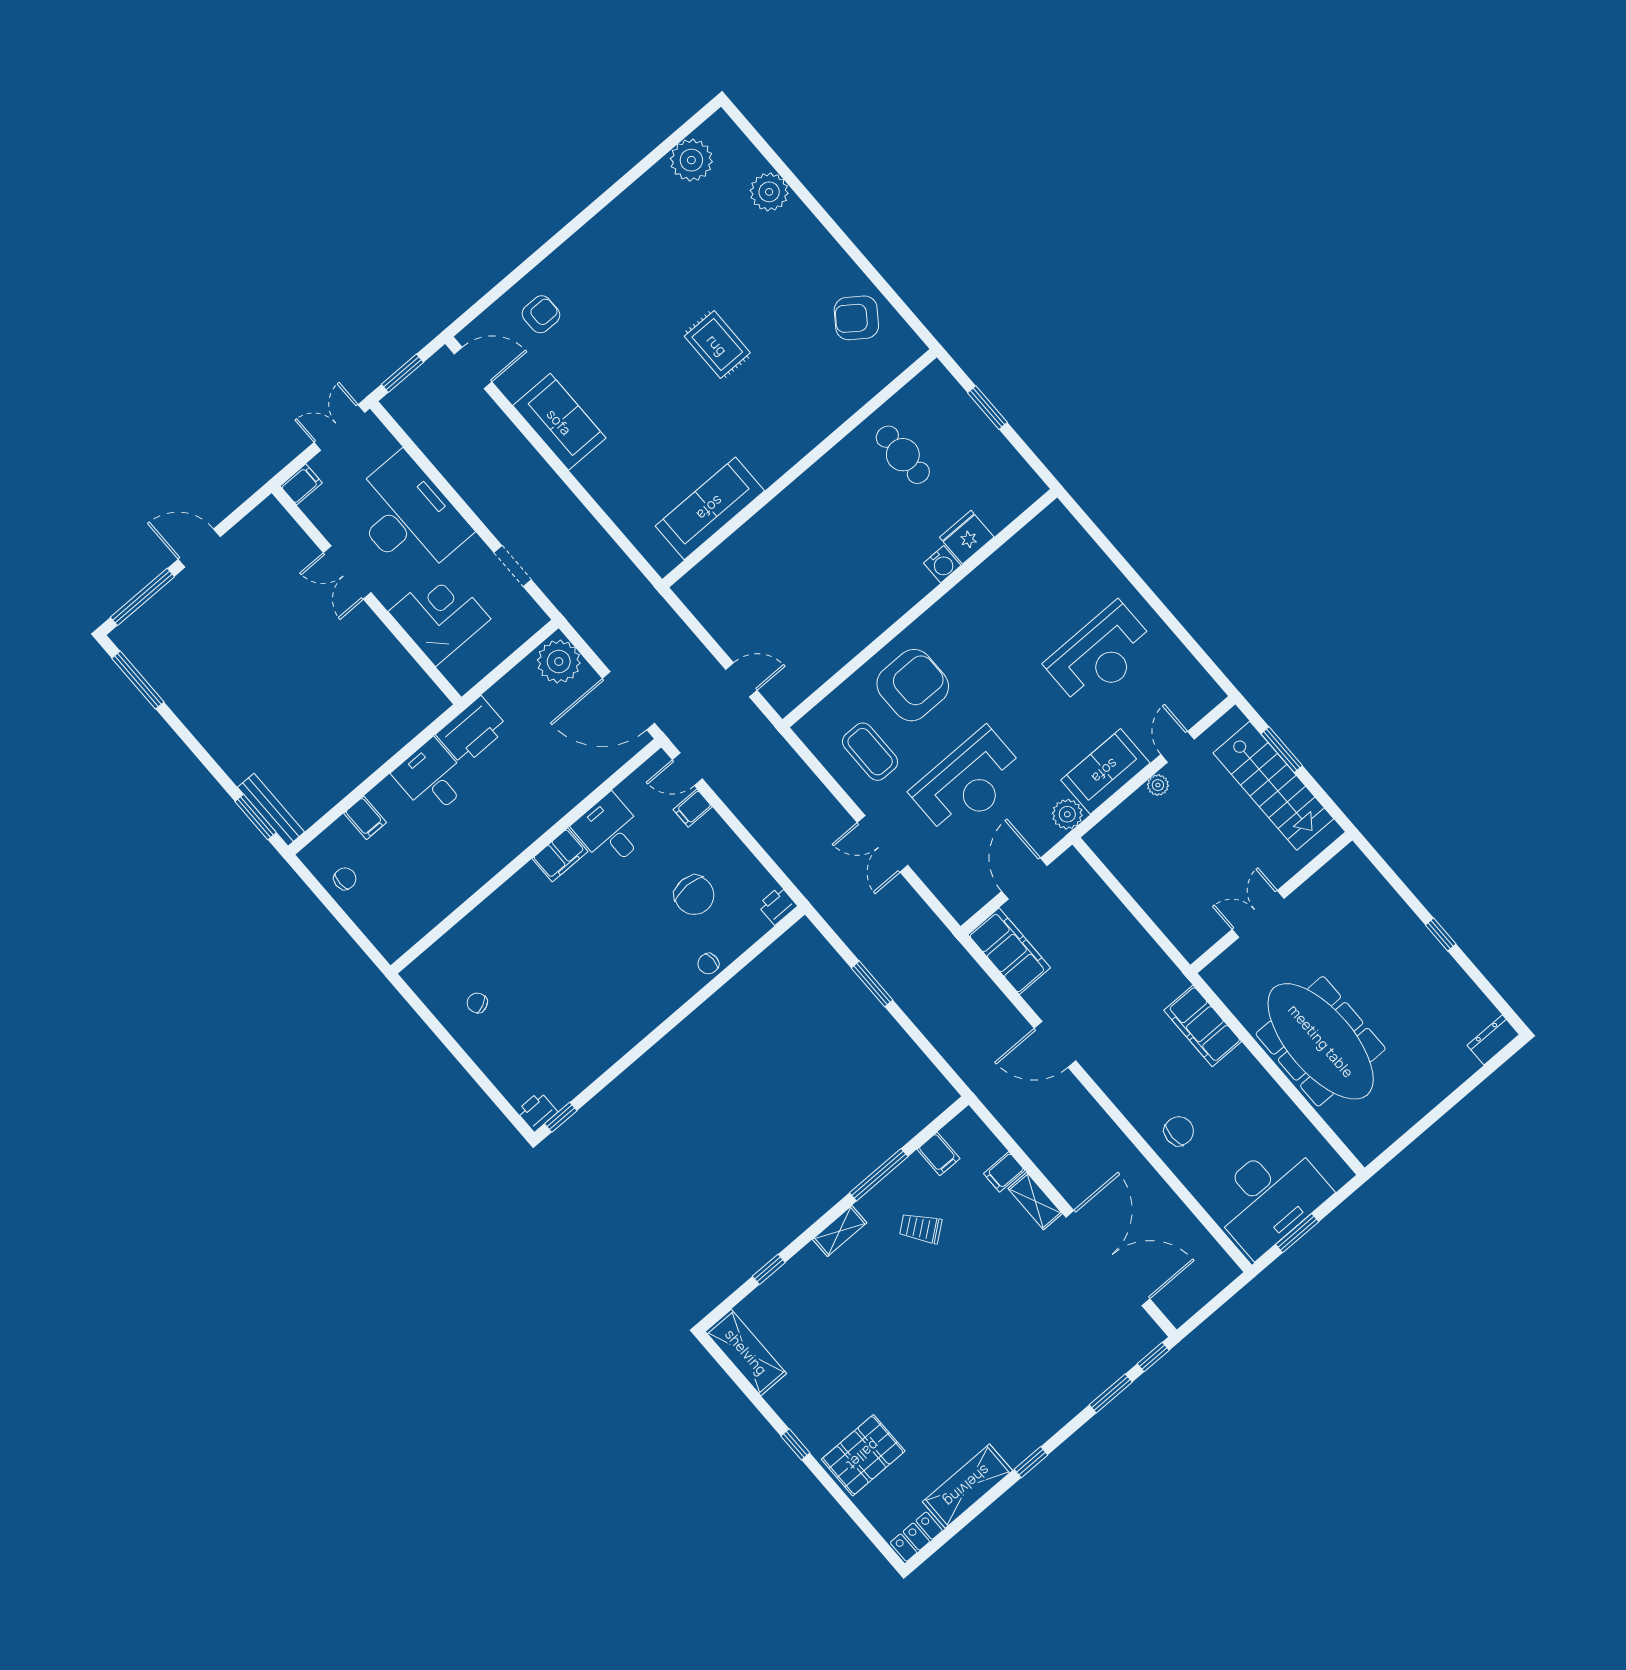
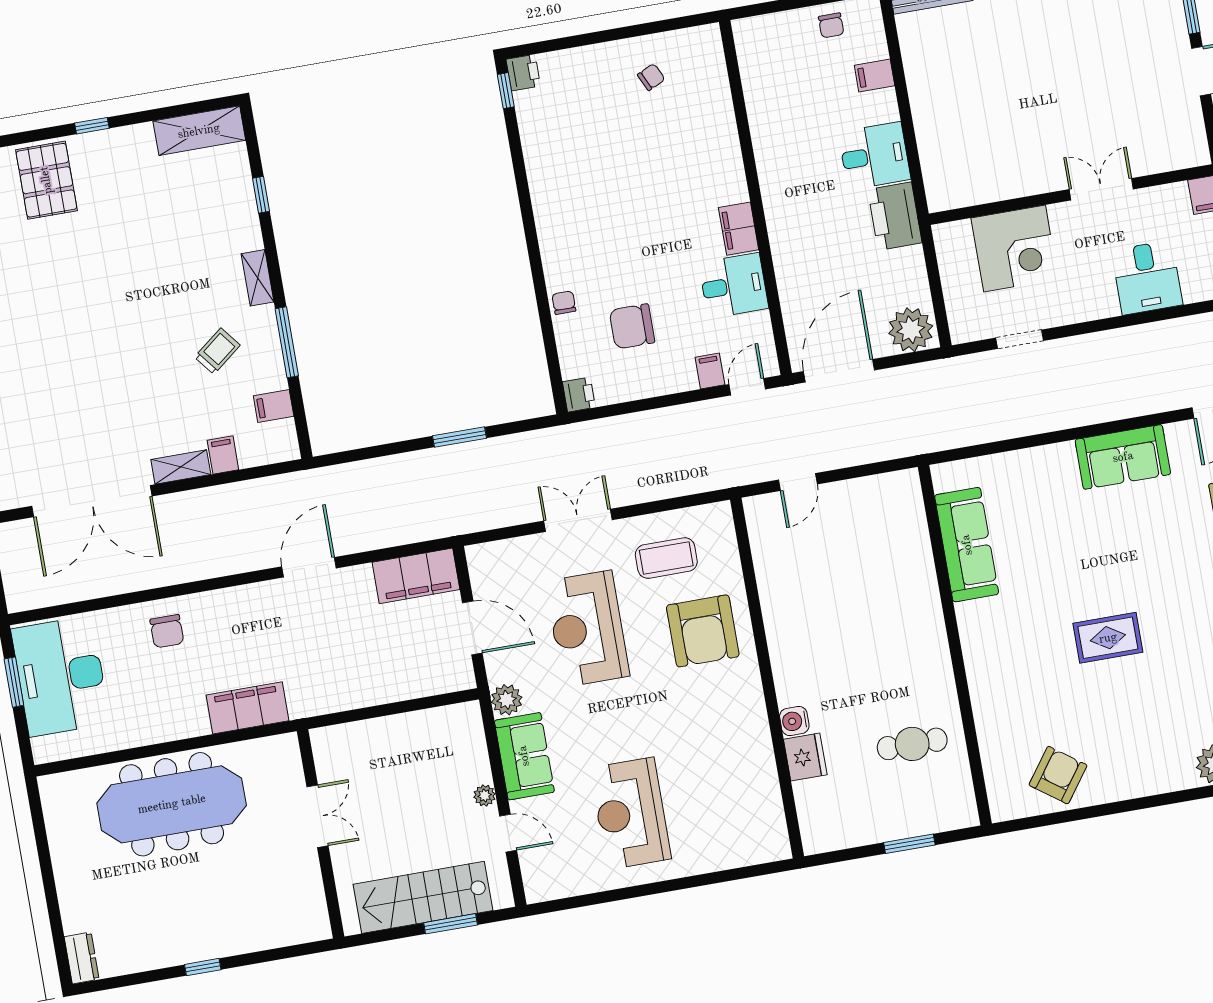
desk: (408, 517) -> (1147, 278), width x0.53, depth x0.77

